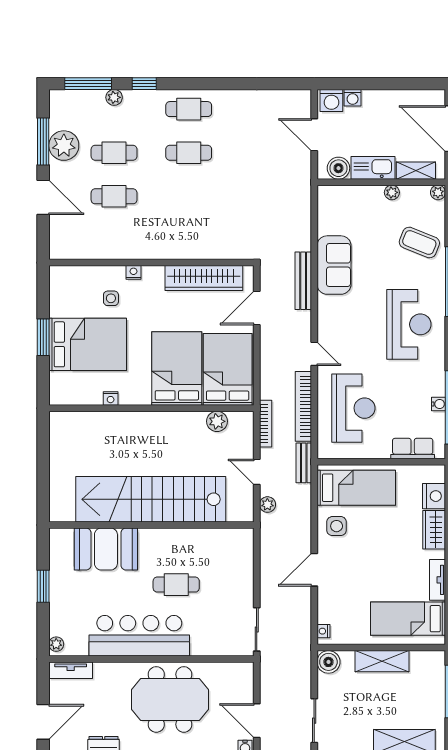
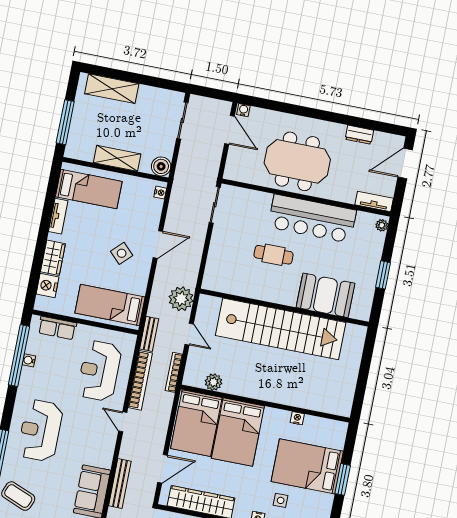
plant: (267, 505) -> (181, 299), width x1.87, depth x1.87
side table: (337, 526) -> (122, 253), moved, turned 45

